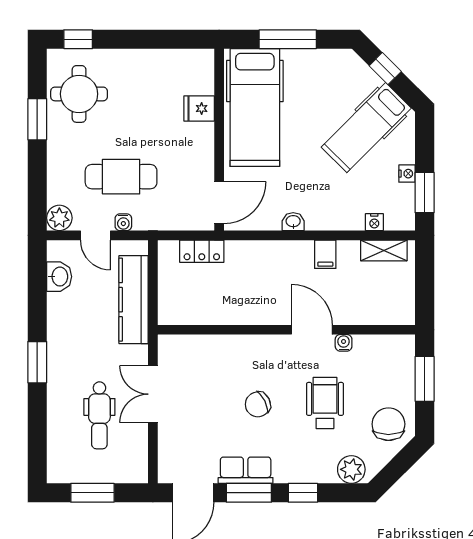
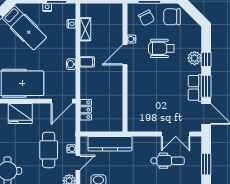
fridge: (199, 108) -> (20, 114), width x1.88, depth x1.34
door: (219, 203) -> (62, 101), swing flipped
shelving: (384, 250) -> (85, 29), moved
filing cabinet: (325, 254) -> (87, 62), moved
double door: (153, 394) -> (176, 134), moved
chair: (258, 404) -> (146, 18), moved
plant: (351, 469) -> (195, 58), moved

